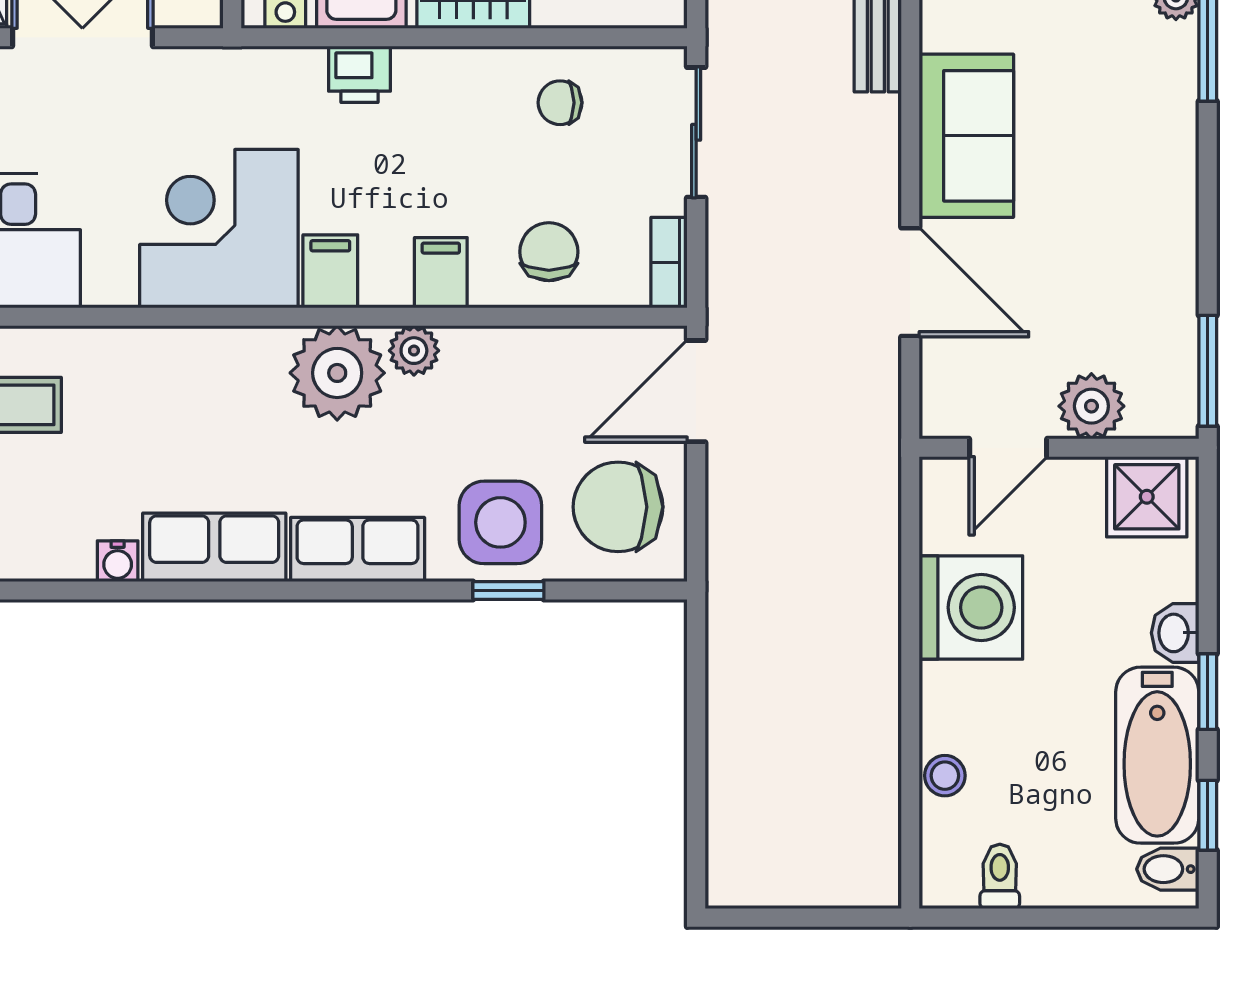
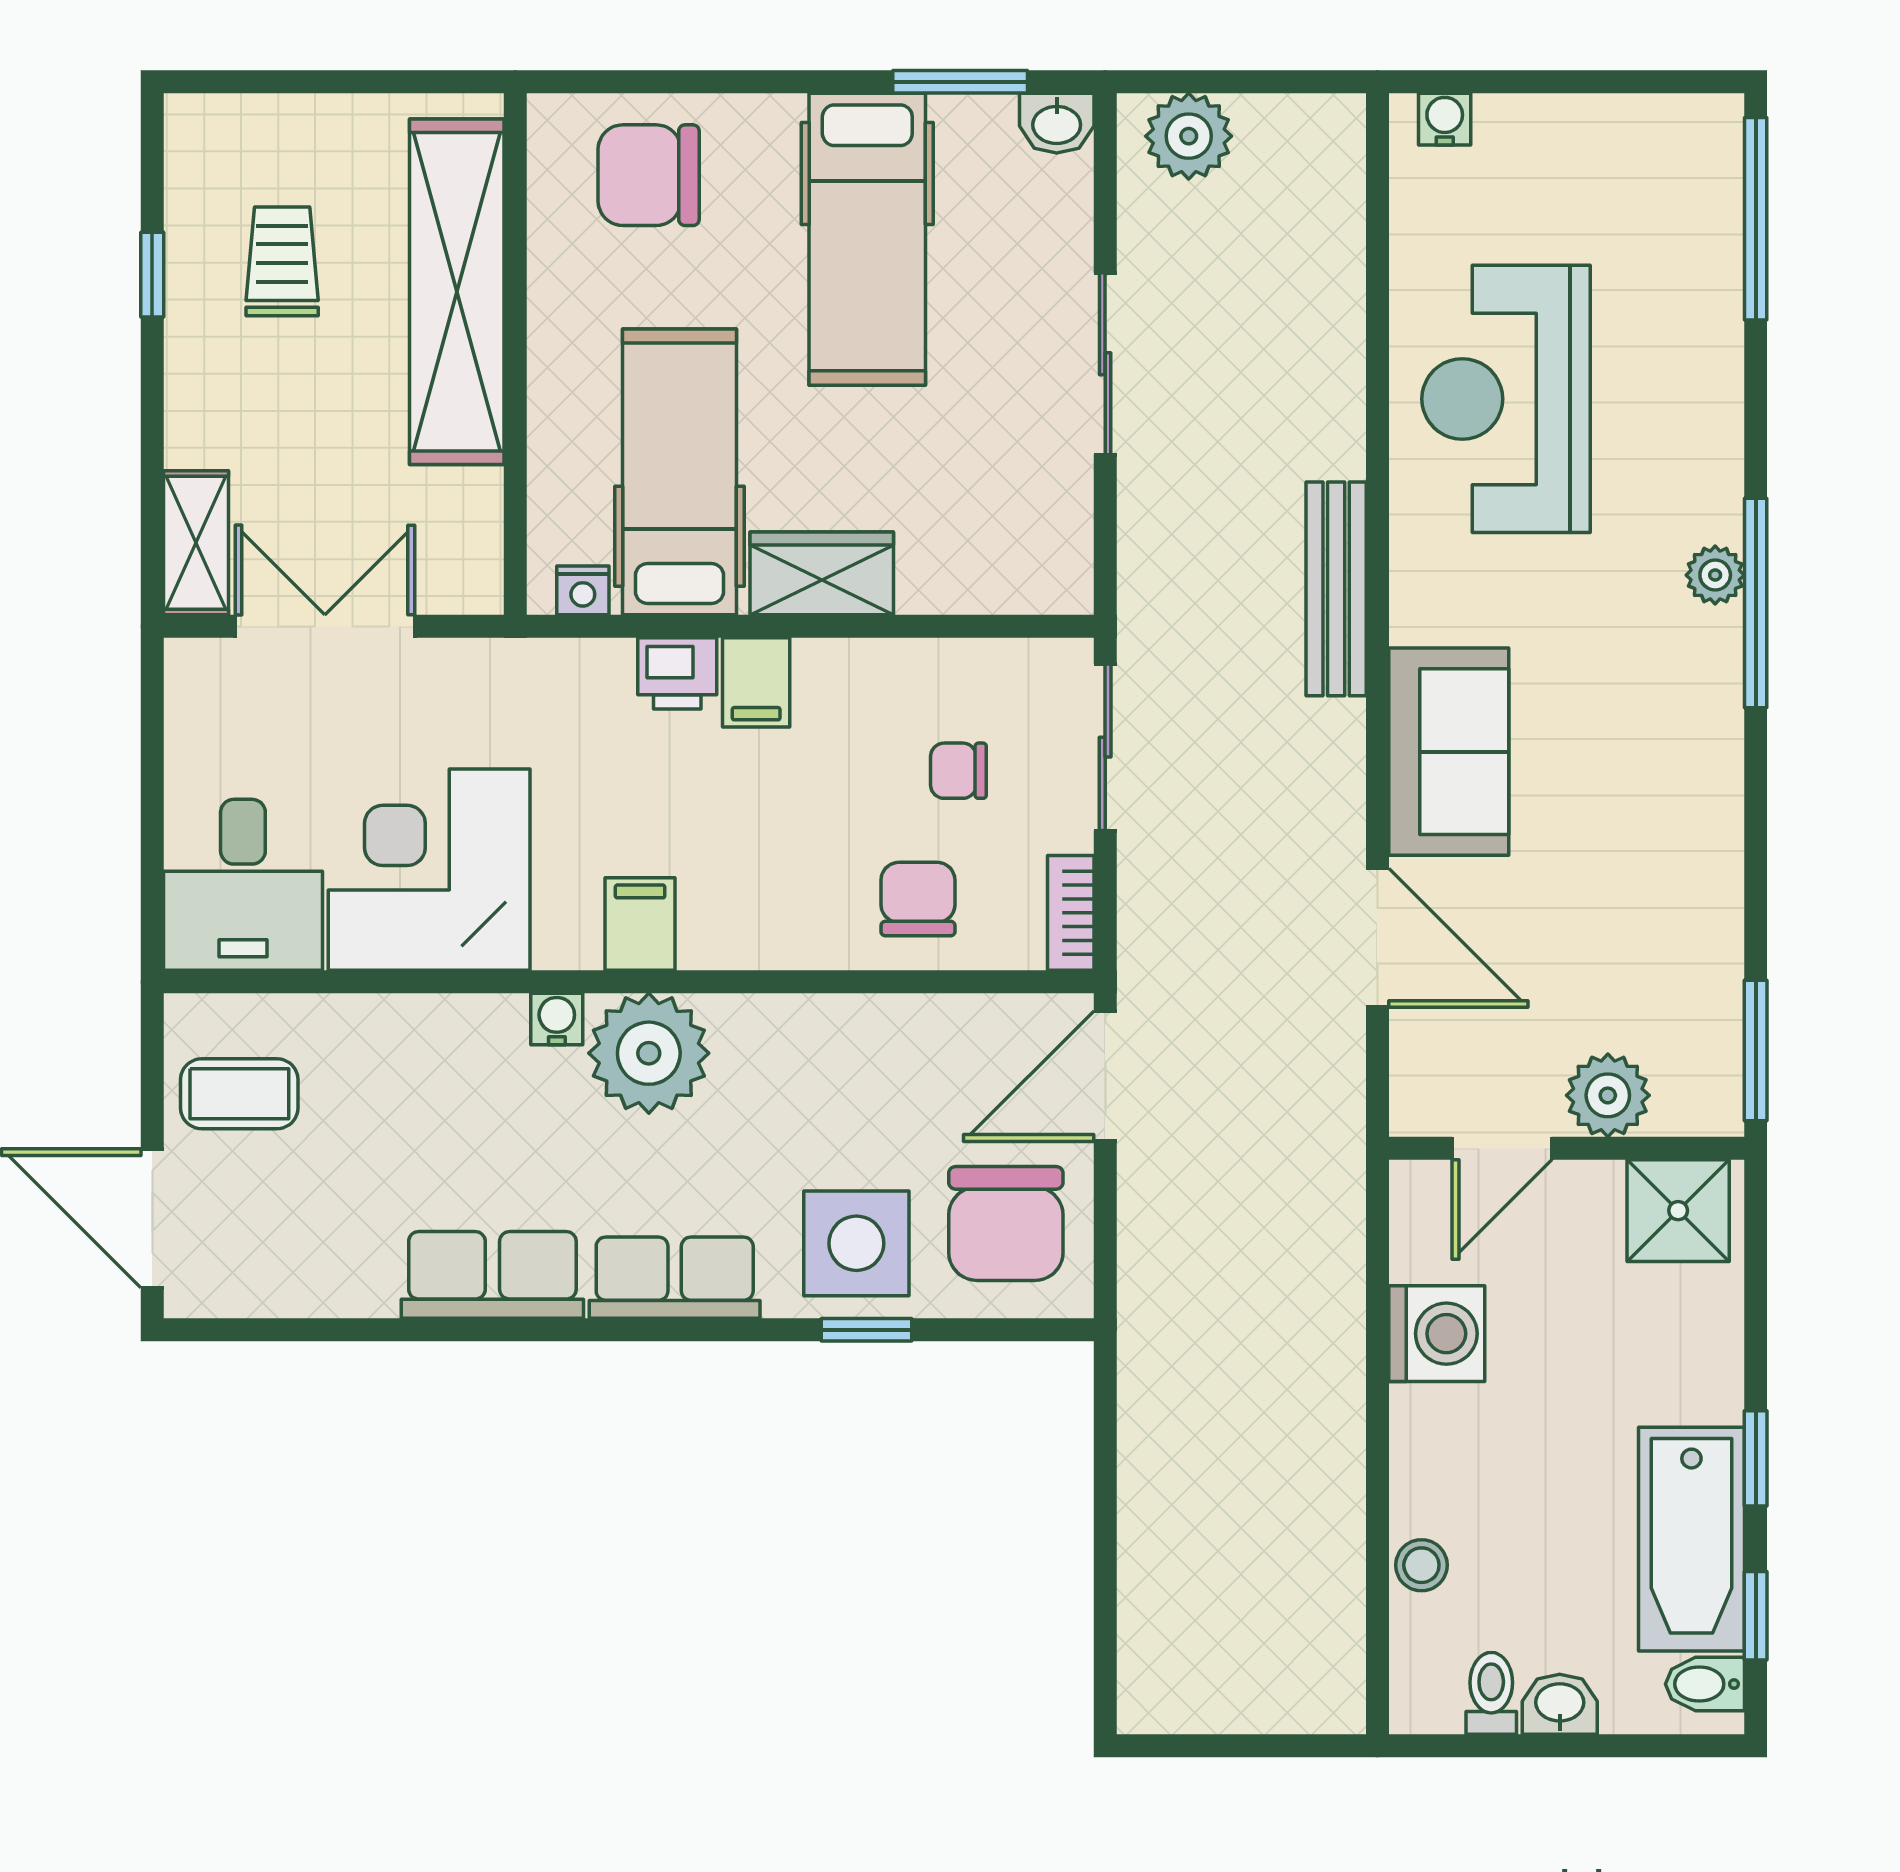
chair: (560, 103) -> (958, 771), moved
corner desk: (219, 229) -> (429, 870), moved
filing cabinet: (441, 273) -> (756, 682), moved, turned 180
plant: (414, 351) -> (746, 1025), removed
chair: (618, 507) -> (1006, 1223), turned -90
water cooler: (118, 561) -> (557, 1019), moved, turned 180
washing machine: (971, 607) -> (1437, 1334), width x0.73, depth x0.73
washbasin: (1175, 633) -> (1560, 1704), moved, turned 90

